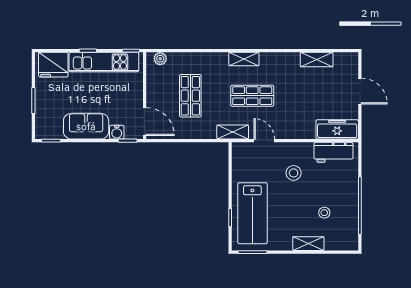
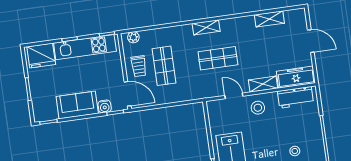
trolley: (162, 92) -> (139, 66), added
shelving: (233, 132) -> (263, 84), moved
stool: (294, 173) -> (258, 108), moved

